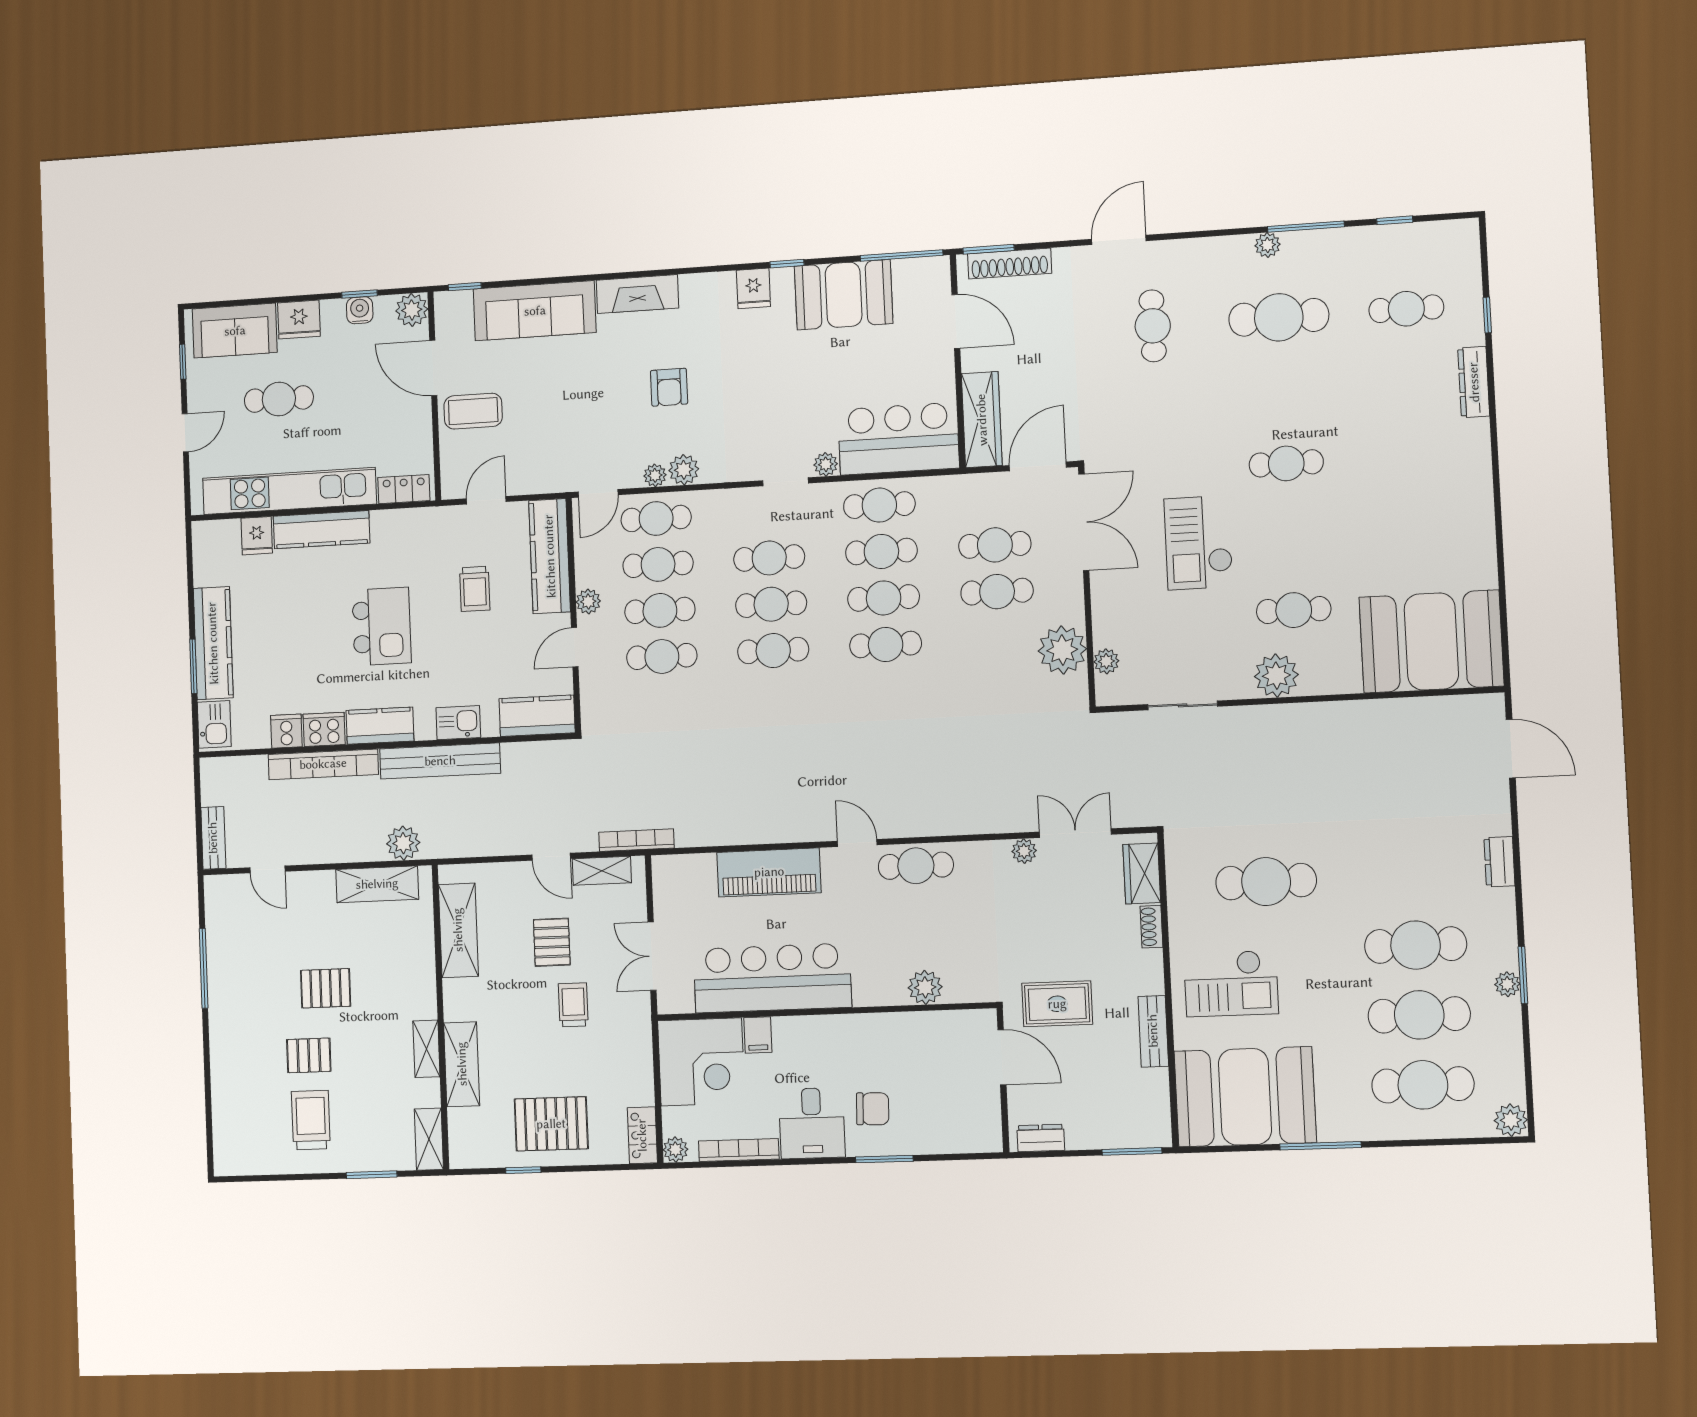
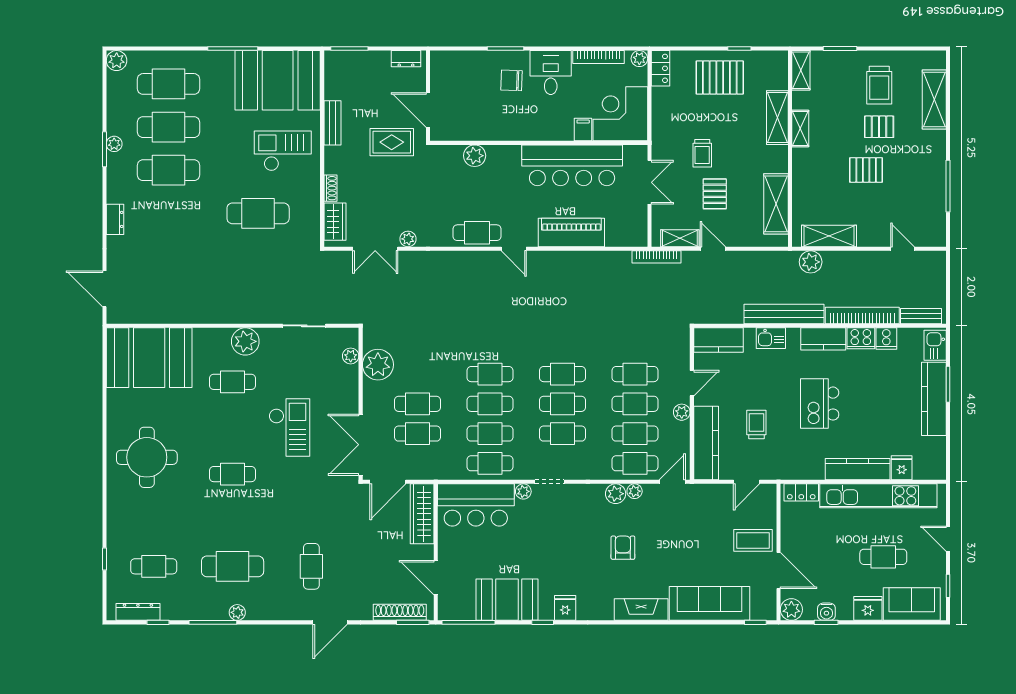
dresser: (1474, 382) -> (138, 612), moved, turned -90
door: (185, 433) -> (948, 539), hinge flipped
round table: (1427, 482) -> (147, 457), added
bench: (213, 838) -> (921, 316), moved, turned 90
shelving: (229, 1100) -> (934, 100), added

